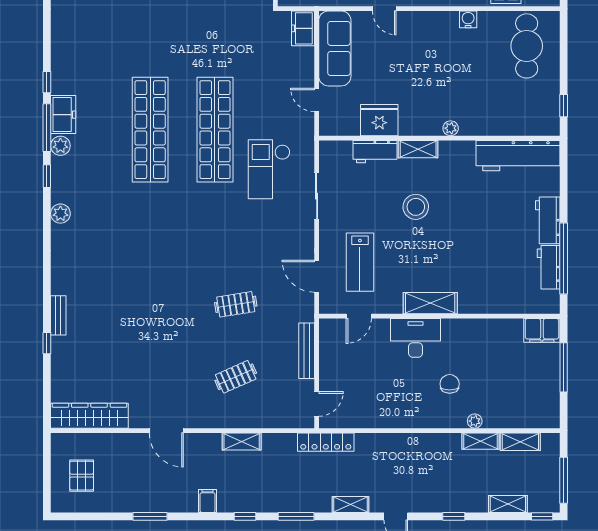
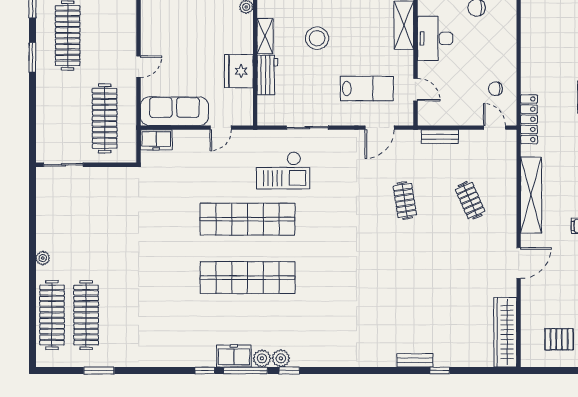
plant: (60, 214) -> (281, 358), moved
bench: (307, 351) -> (440, 137), width x0.73
chair: (360, 405) -> (496, 89), added
shelving: (242, 441) -> (531, 195), width x2.20, depth x1.33

